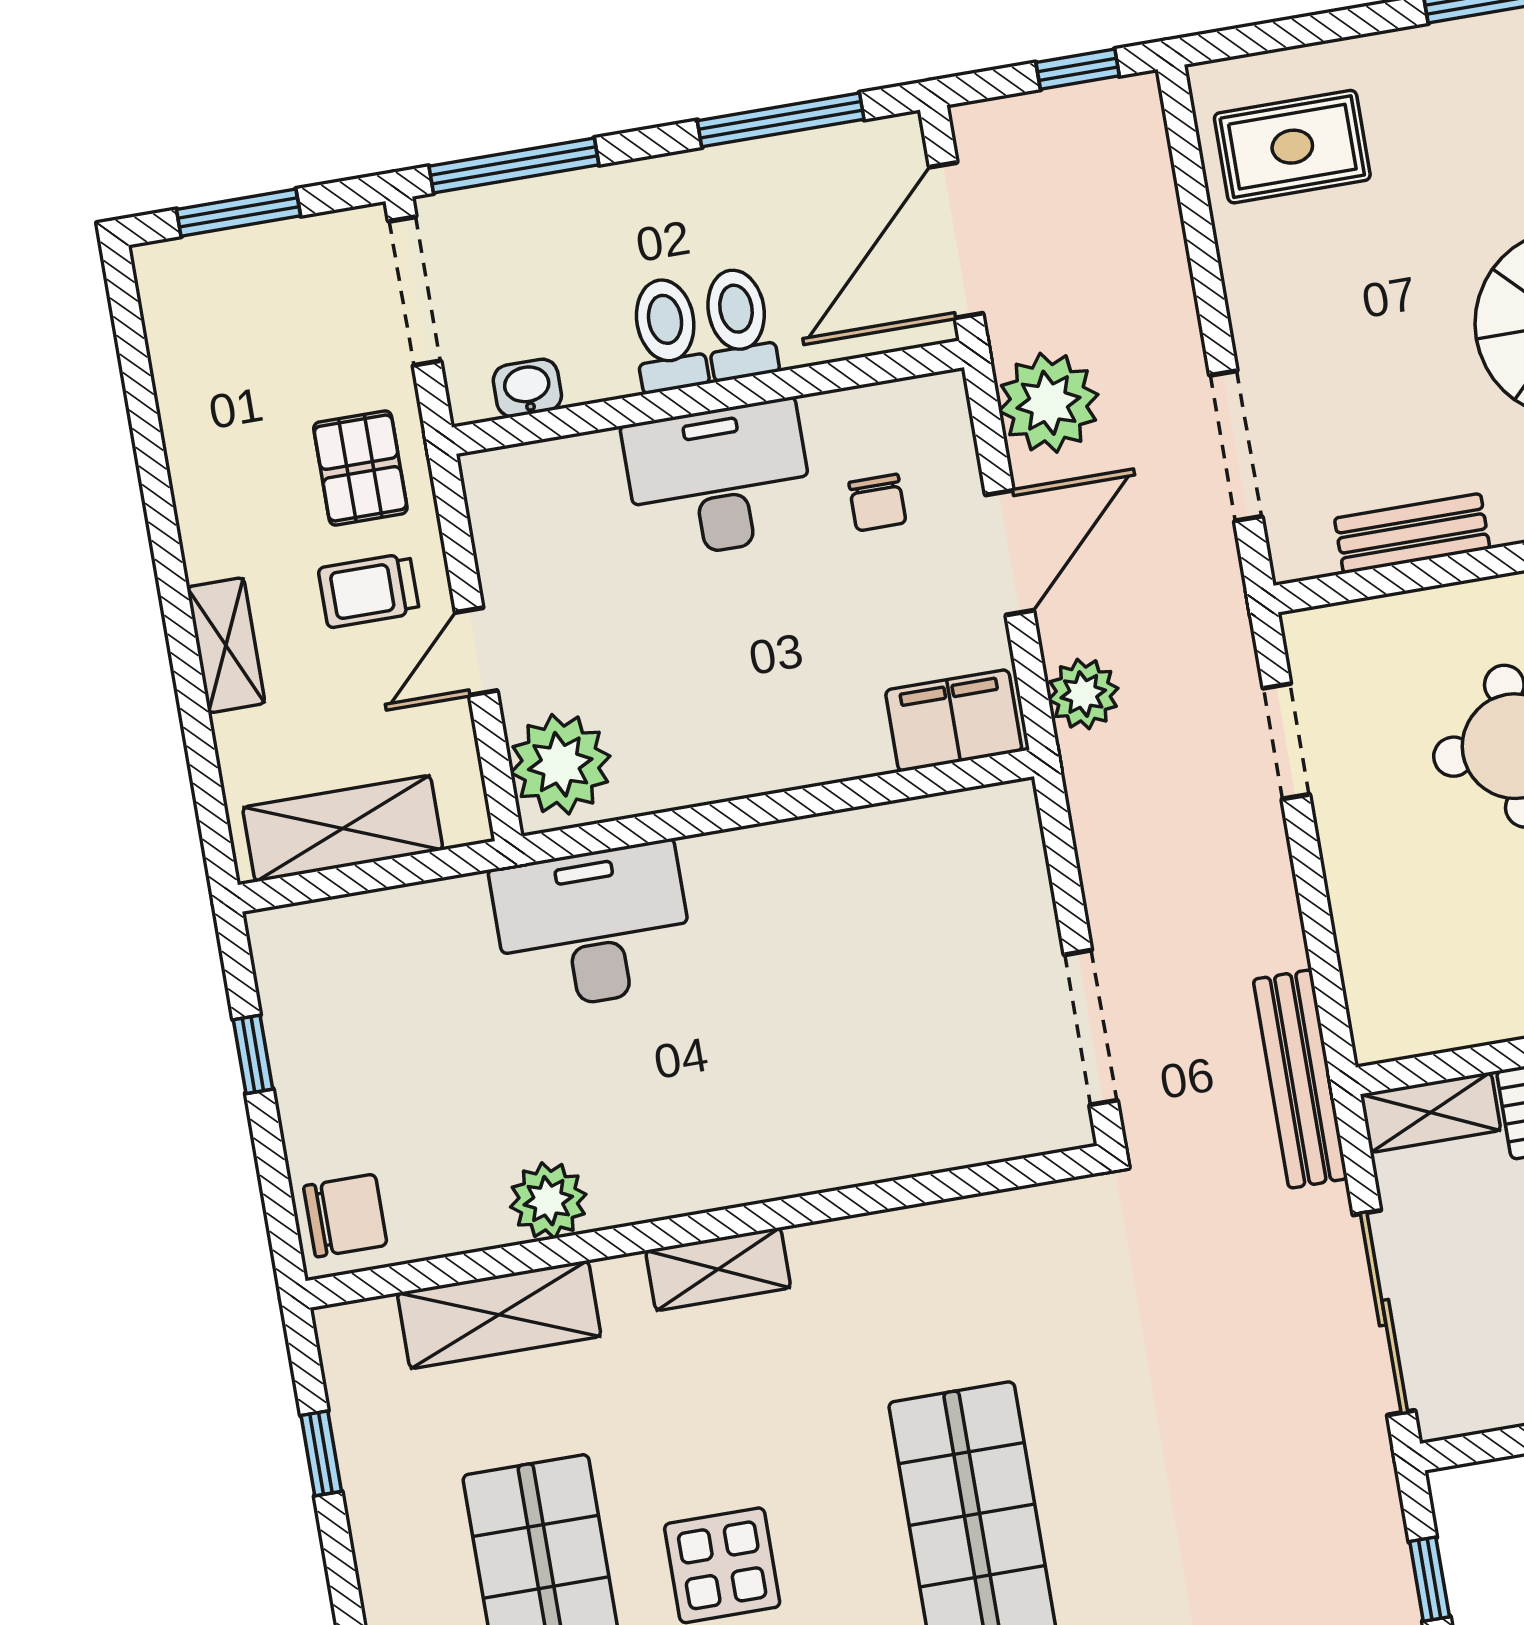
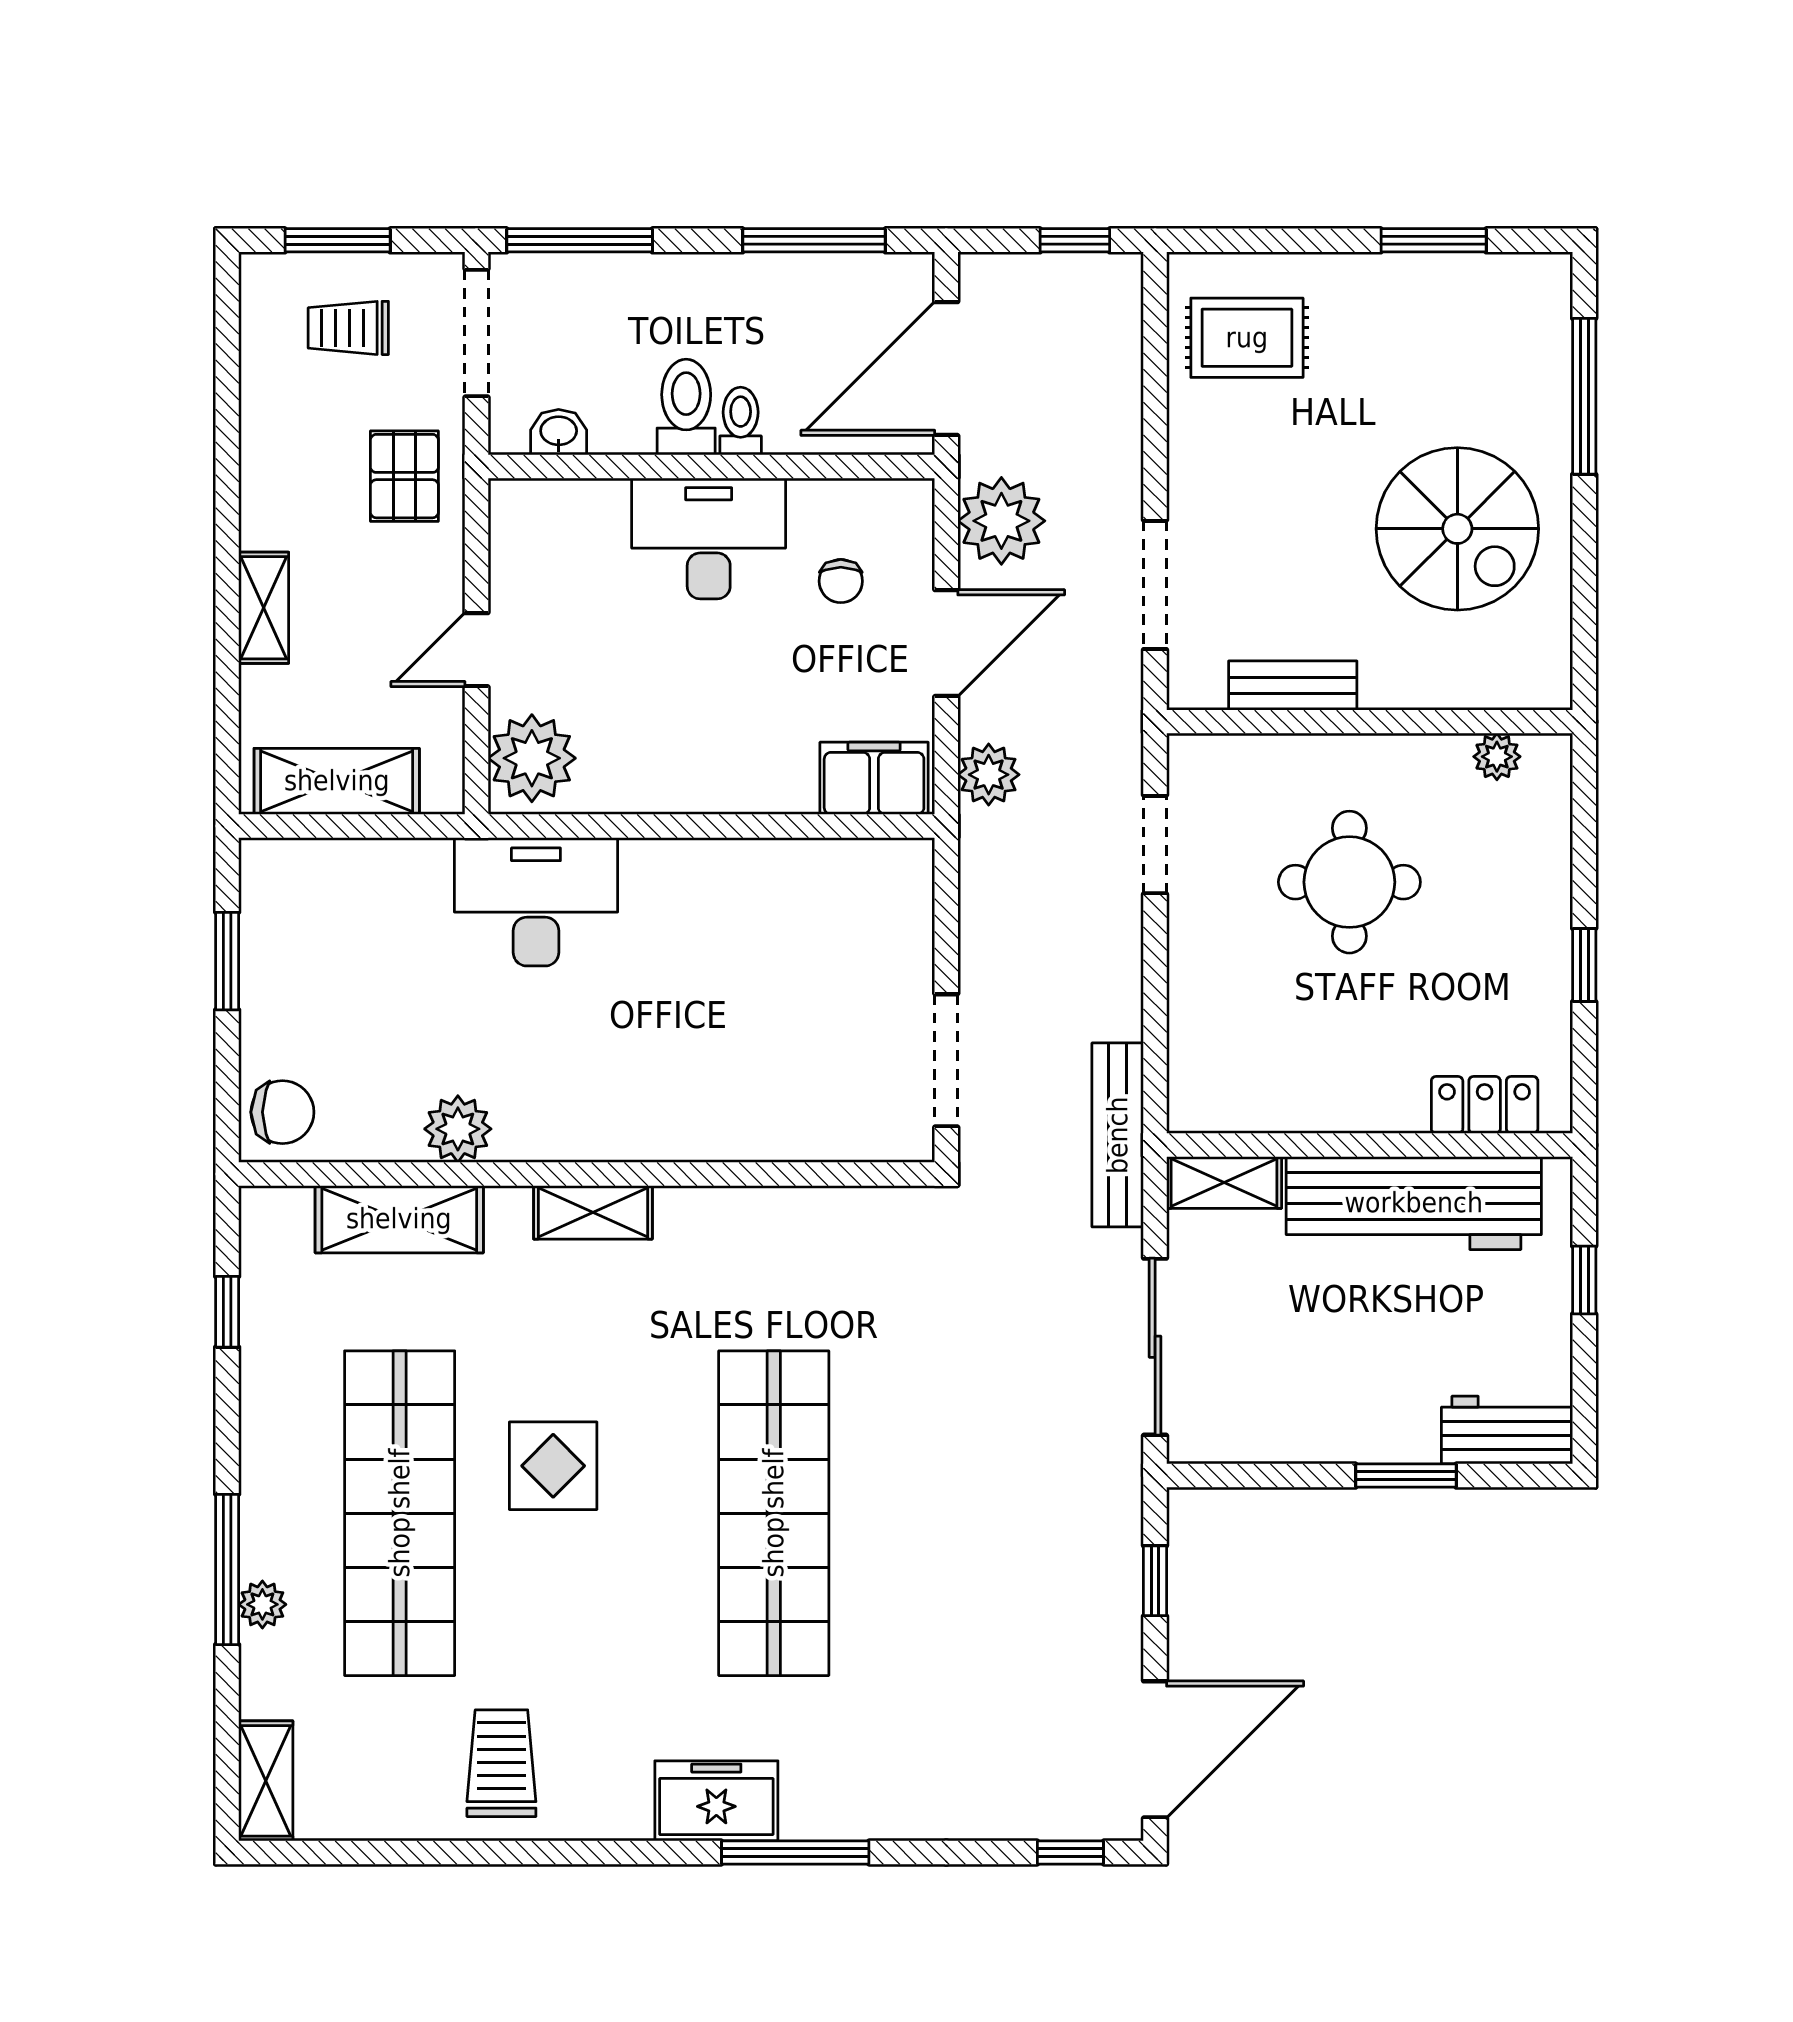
toilet: (739, 324) -> (741, 421), width x0.73, depth x0.72
trolley: (369, 590) -> (348, 328), moved
window: (253, 1054) -> (227, 961), width x1.50

